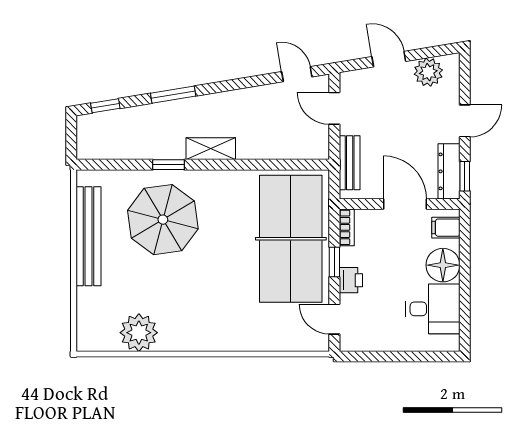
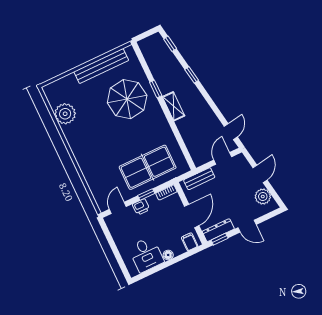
window: (173, 95) -> (192, 75), width x0.67
table tennis table: (291, 239) -> (148, 167), width x0.73, depth x0.76
floor lamp: (443, 265) -> (168, 255), width x0.53, depth x0.53

